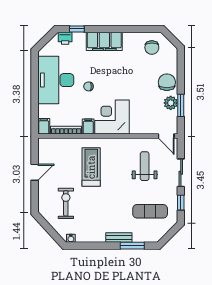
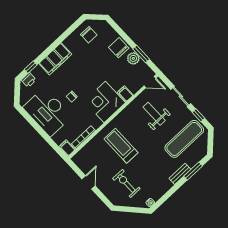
filing cabinet: (88, 127) -> (125, 94), moved
exercise mat: (150, 211) -> (184, 139), width x1.36, depth x1.45

